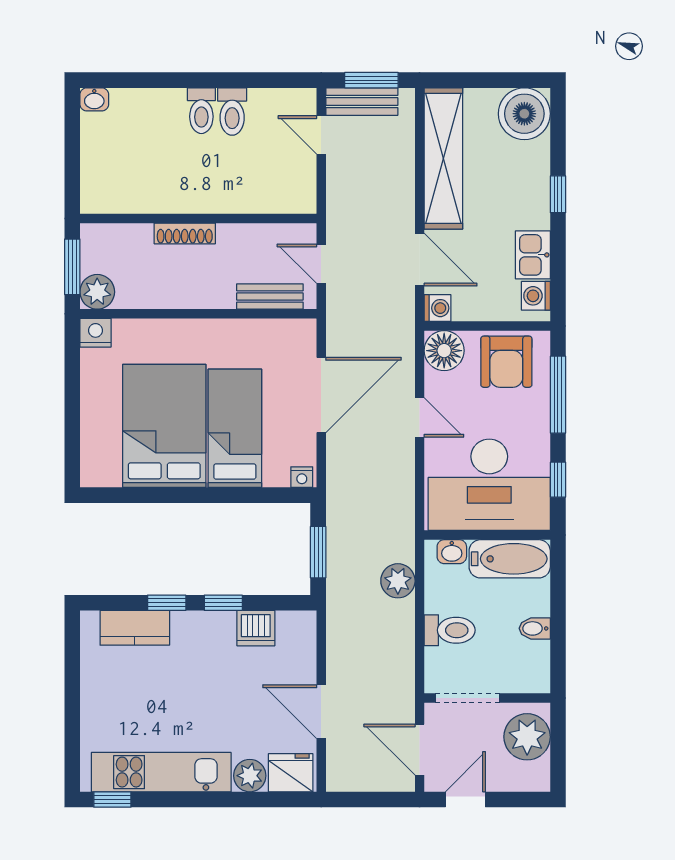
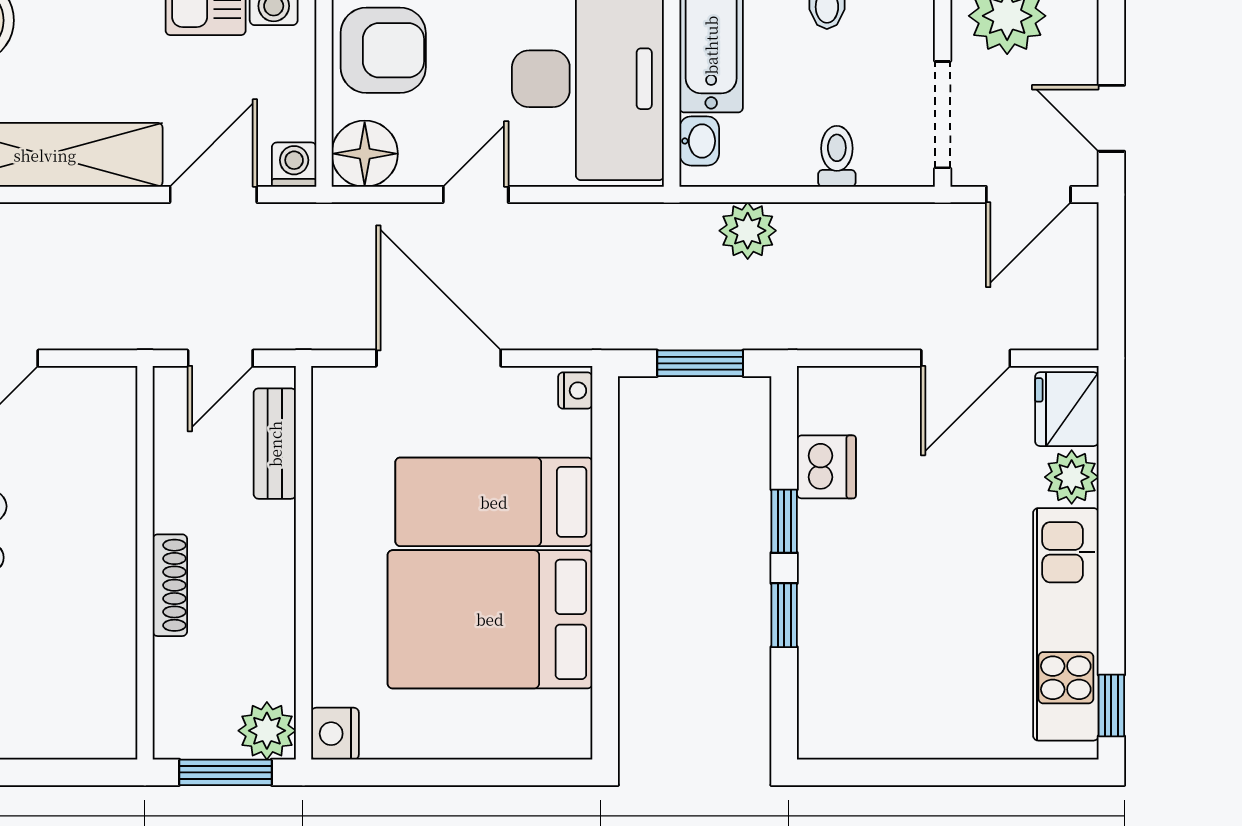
kitchen counter: (135, 628) -> (826, 668), removed
toilet: (450, 630) -> (837, 156), width x0.73, depth x0.72

